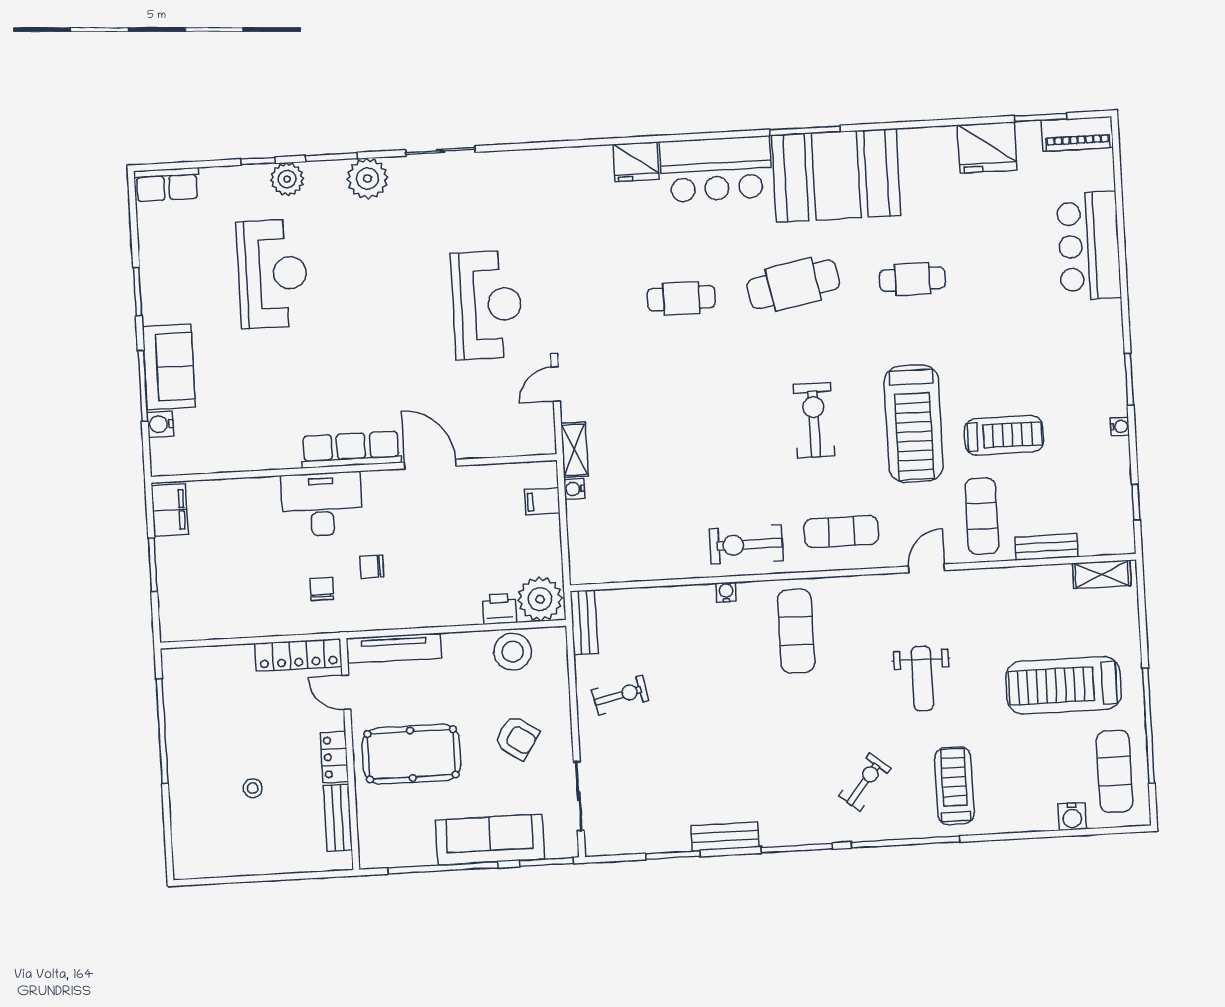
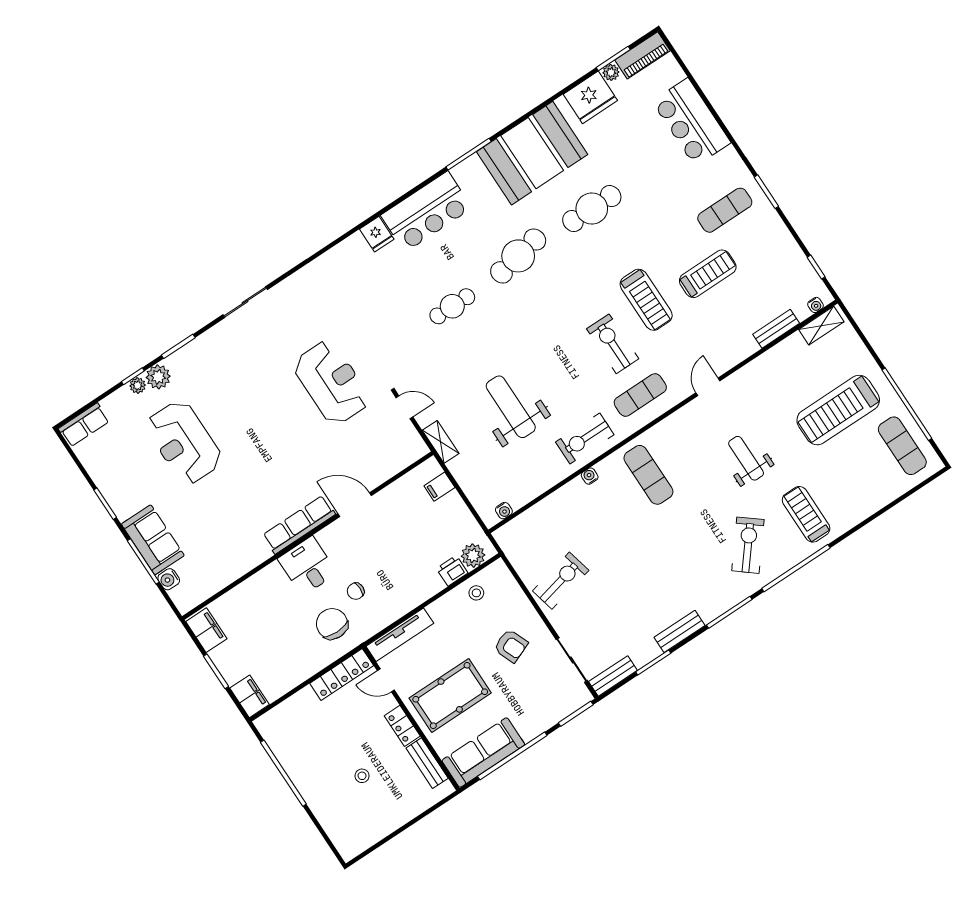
plant: (1028, 132) -> (611, 72), added
fridge: (636, 162) -> (377, 234), width x0.72
booth: (836, 175) -> (532, 153), moved
plant: (367, 179) -> (138, 385), moved, width x0.53, depth x0.53
reception desk: (272, 274) -> (184, 442), turned 180
cafe table: (912, 279) -> (592, 209), width x1.37, depth x1.35
door: (556, 384) -> (404, 407), swing flipped
exercise bike: (814, 420) -> (613, 344), moved
treadmill: (914, 424) -> (646, 300), width x0.73, depth x0.73
water cooler: (1120, 427) -> (816, 305), moved, turned 90
weight bench: (681, 456) -> (511, 407), added
water cooler: (574, 489) -> (504, 511), moved, turned -90
desk: (322, 504) -> (307, 566), width x0.73
exercise mat: (982, 516) -> (725, 210), moved, turned 90
chair: (322, 589) -> (332, 624), width x1.87, depth x1.87
plant: (540, 599) -> (473, 556), width x0.73, depth x0.73
filing cabinet: (175, 617) -> (249, 696), added
bench: (584, 622) -> (613, 676), moved, turned 90
stool: (513, 652) -> (476, 593), width x0.53, depth x0.53
weight bench: (922, 679) -> (746, 458), turned 180
exercise bike: (620, 695) -> (561, 581), width x1.38, depth x1.39
armchair: (517, 738) -> (511, 646), turned 34
exercise bike: (865, 782) -> (748, 545), width x1.38, depth x1.39
water cooler: (1072, 816) -> (892, 490), removed
sofa: (490, 840) -> (483, 752), moved

